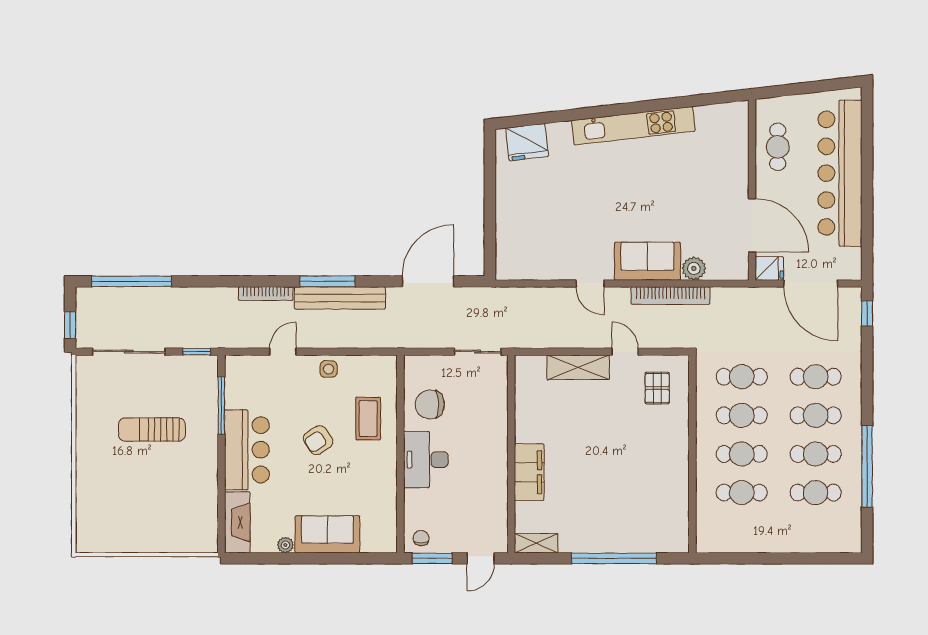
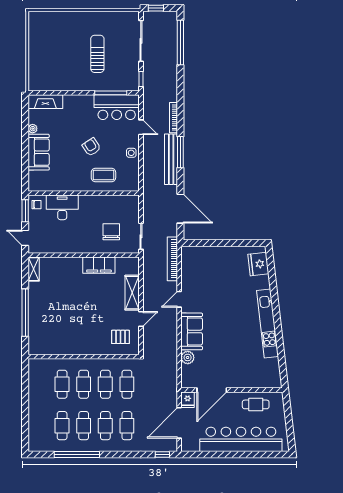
bookcase: (670, 296) -> (172, 259), moved
chair: (430, 404) -> (111, 232), moved
bar counter: (247, 450) -> (117, 107), moved
desk: (426, 460) -> (62, 207), moved
filing cabinet: (529, 472) -> (99, 265), moved

